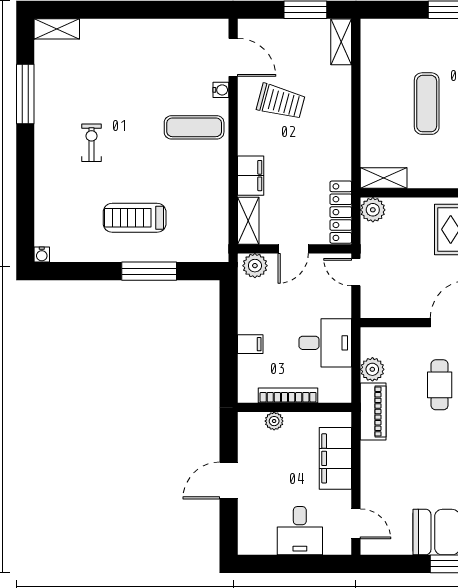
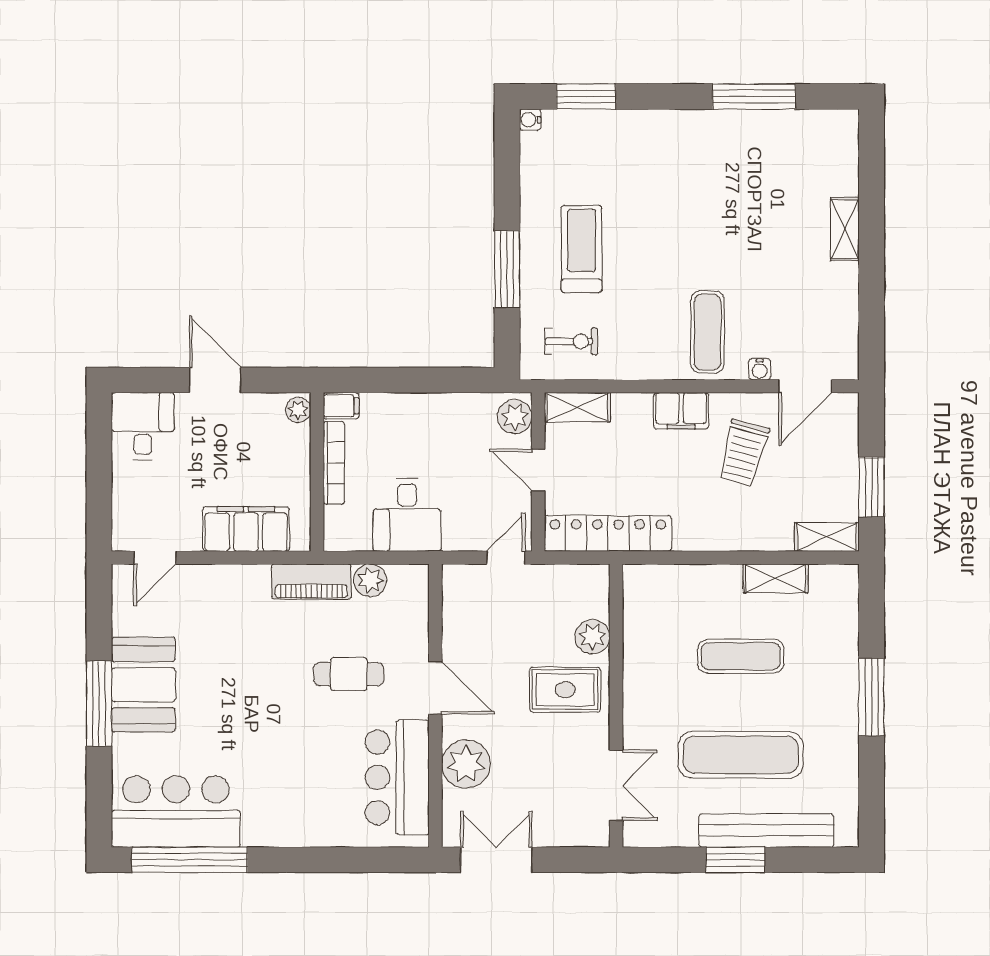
shelving: (57, 29) -> (845, 229), moved
exercise bike: (91, 143) -> (571, 341), moved
filing cabinet: (251, 176) -> (681, 411), moved
shelving: (384, 178) -> (776, 578), moved, turned 90
plant: (373, 210) -> (593, 637), moved
locker: (341, 212) -> (608, 533), width x1.41, depth x1.21
window: (25, 214) -> (586, 97), added
filing cabinet: (250, 344) -> (341, 406), moved, turned -90
plant: (274, 421) -> (298, 410), moved
desk: (300, 531) -> (143, 426), moved, turned 90

